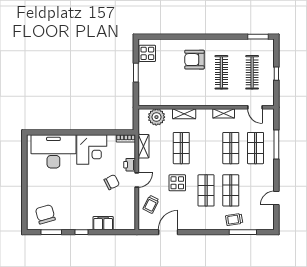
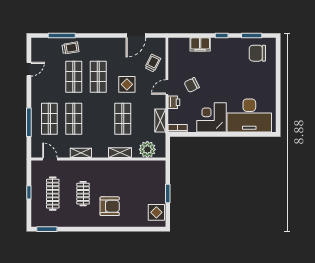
clothes rail: (221, 72) -> (83, 194), width x0.73
chair: (45, 214) -> (257, 53), turned 106

